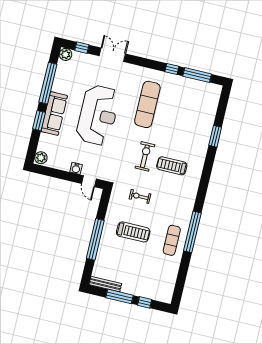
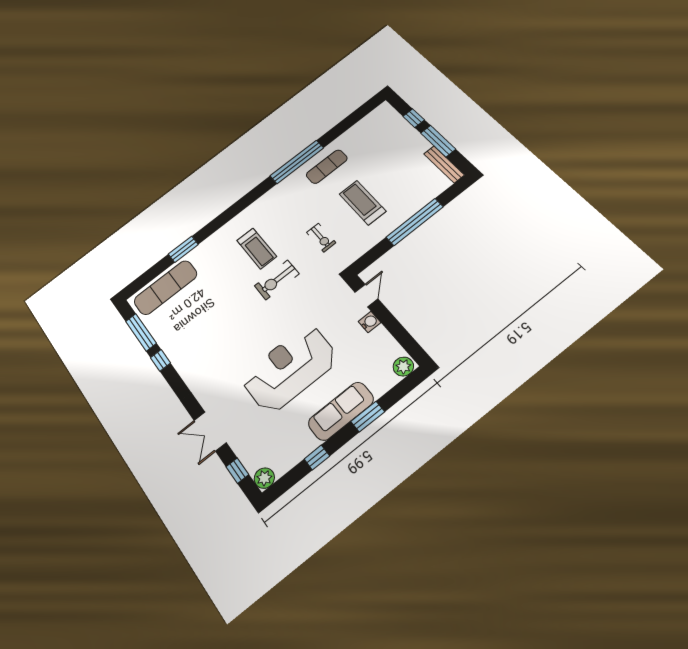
window: (48, 83) -> (317, 457), width x0.32
exercise mat: (147, 104) -> (166, 288), moved

